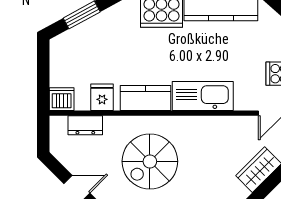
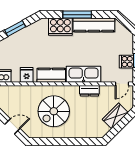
dresser: (85, 125) -> (89, 91), moved

